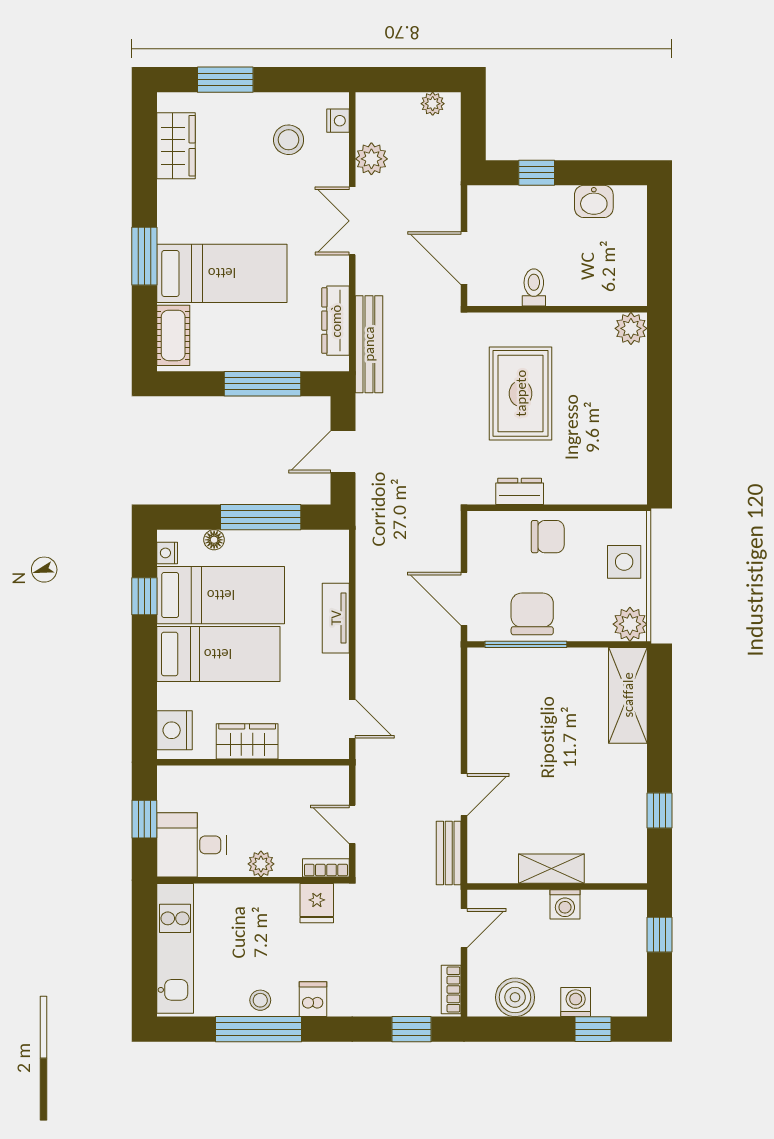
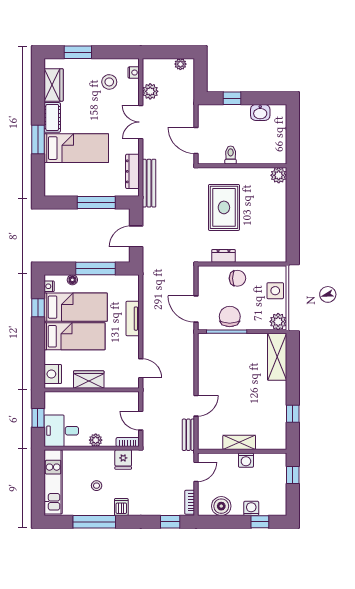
cot: (173, 335) -> (52, 117), moved
stool: (260, 1000) -> (97, 486), moved

